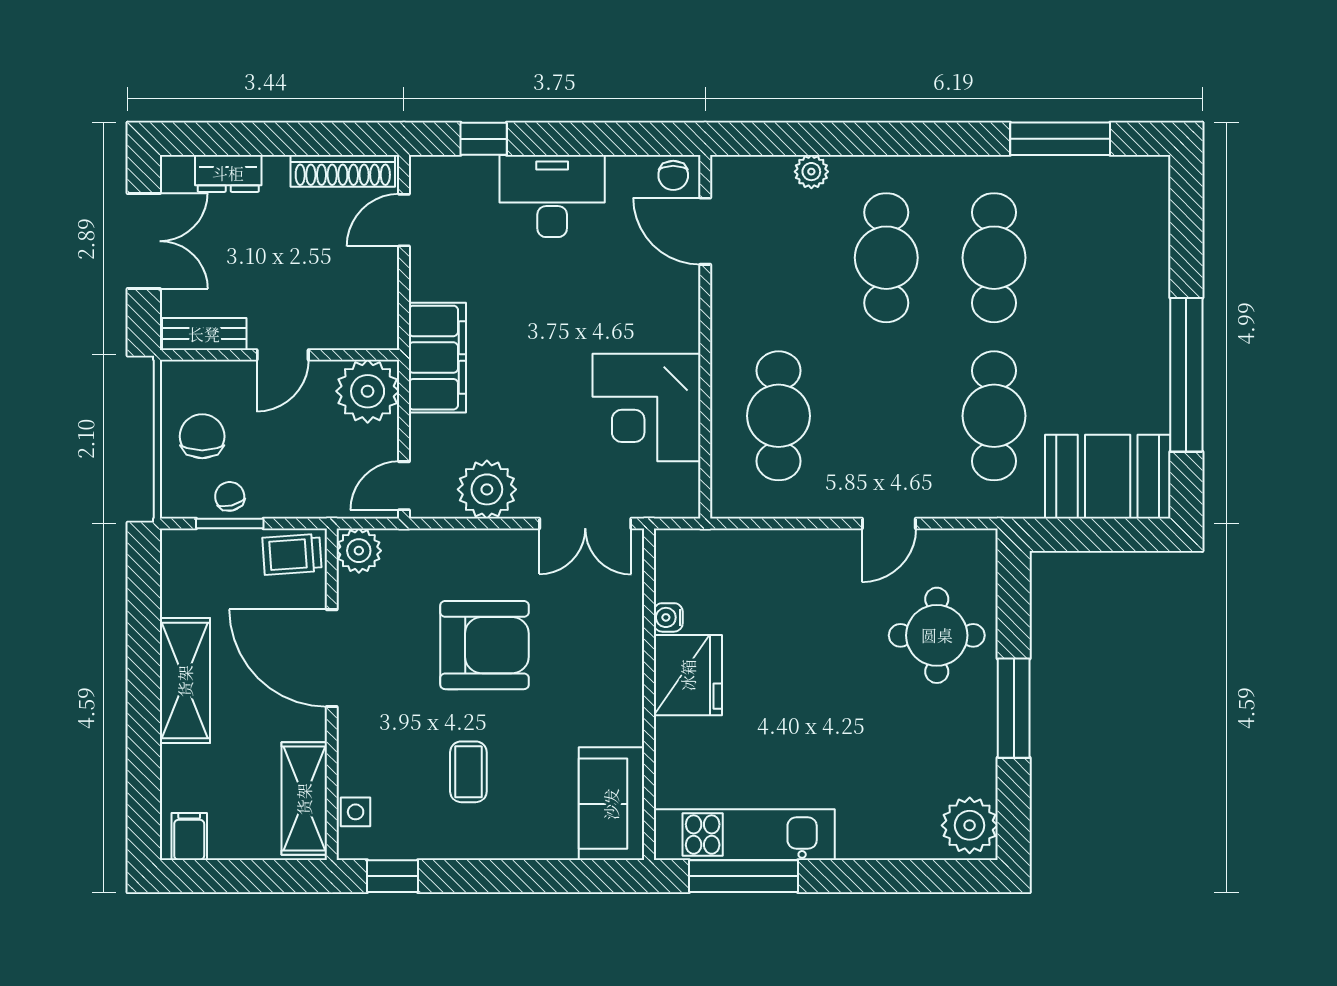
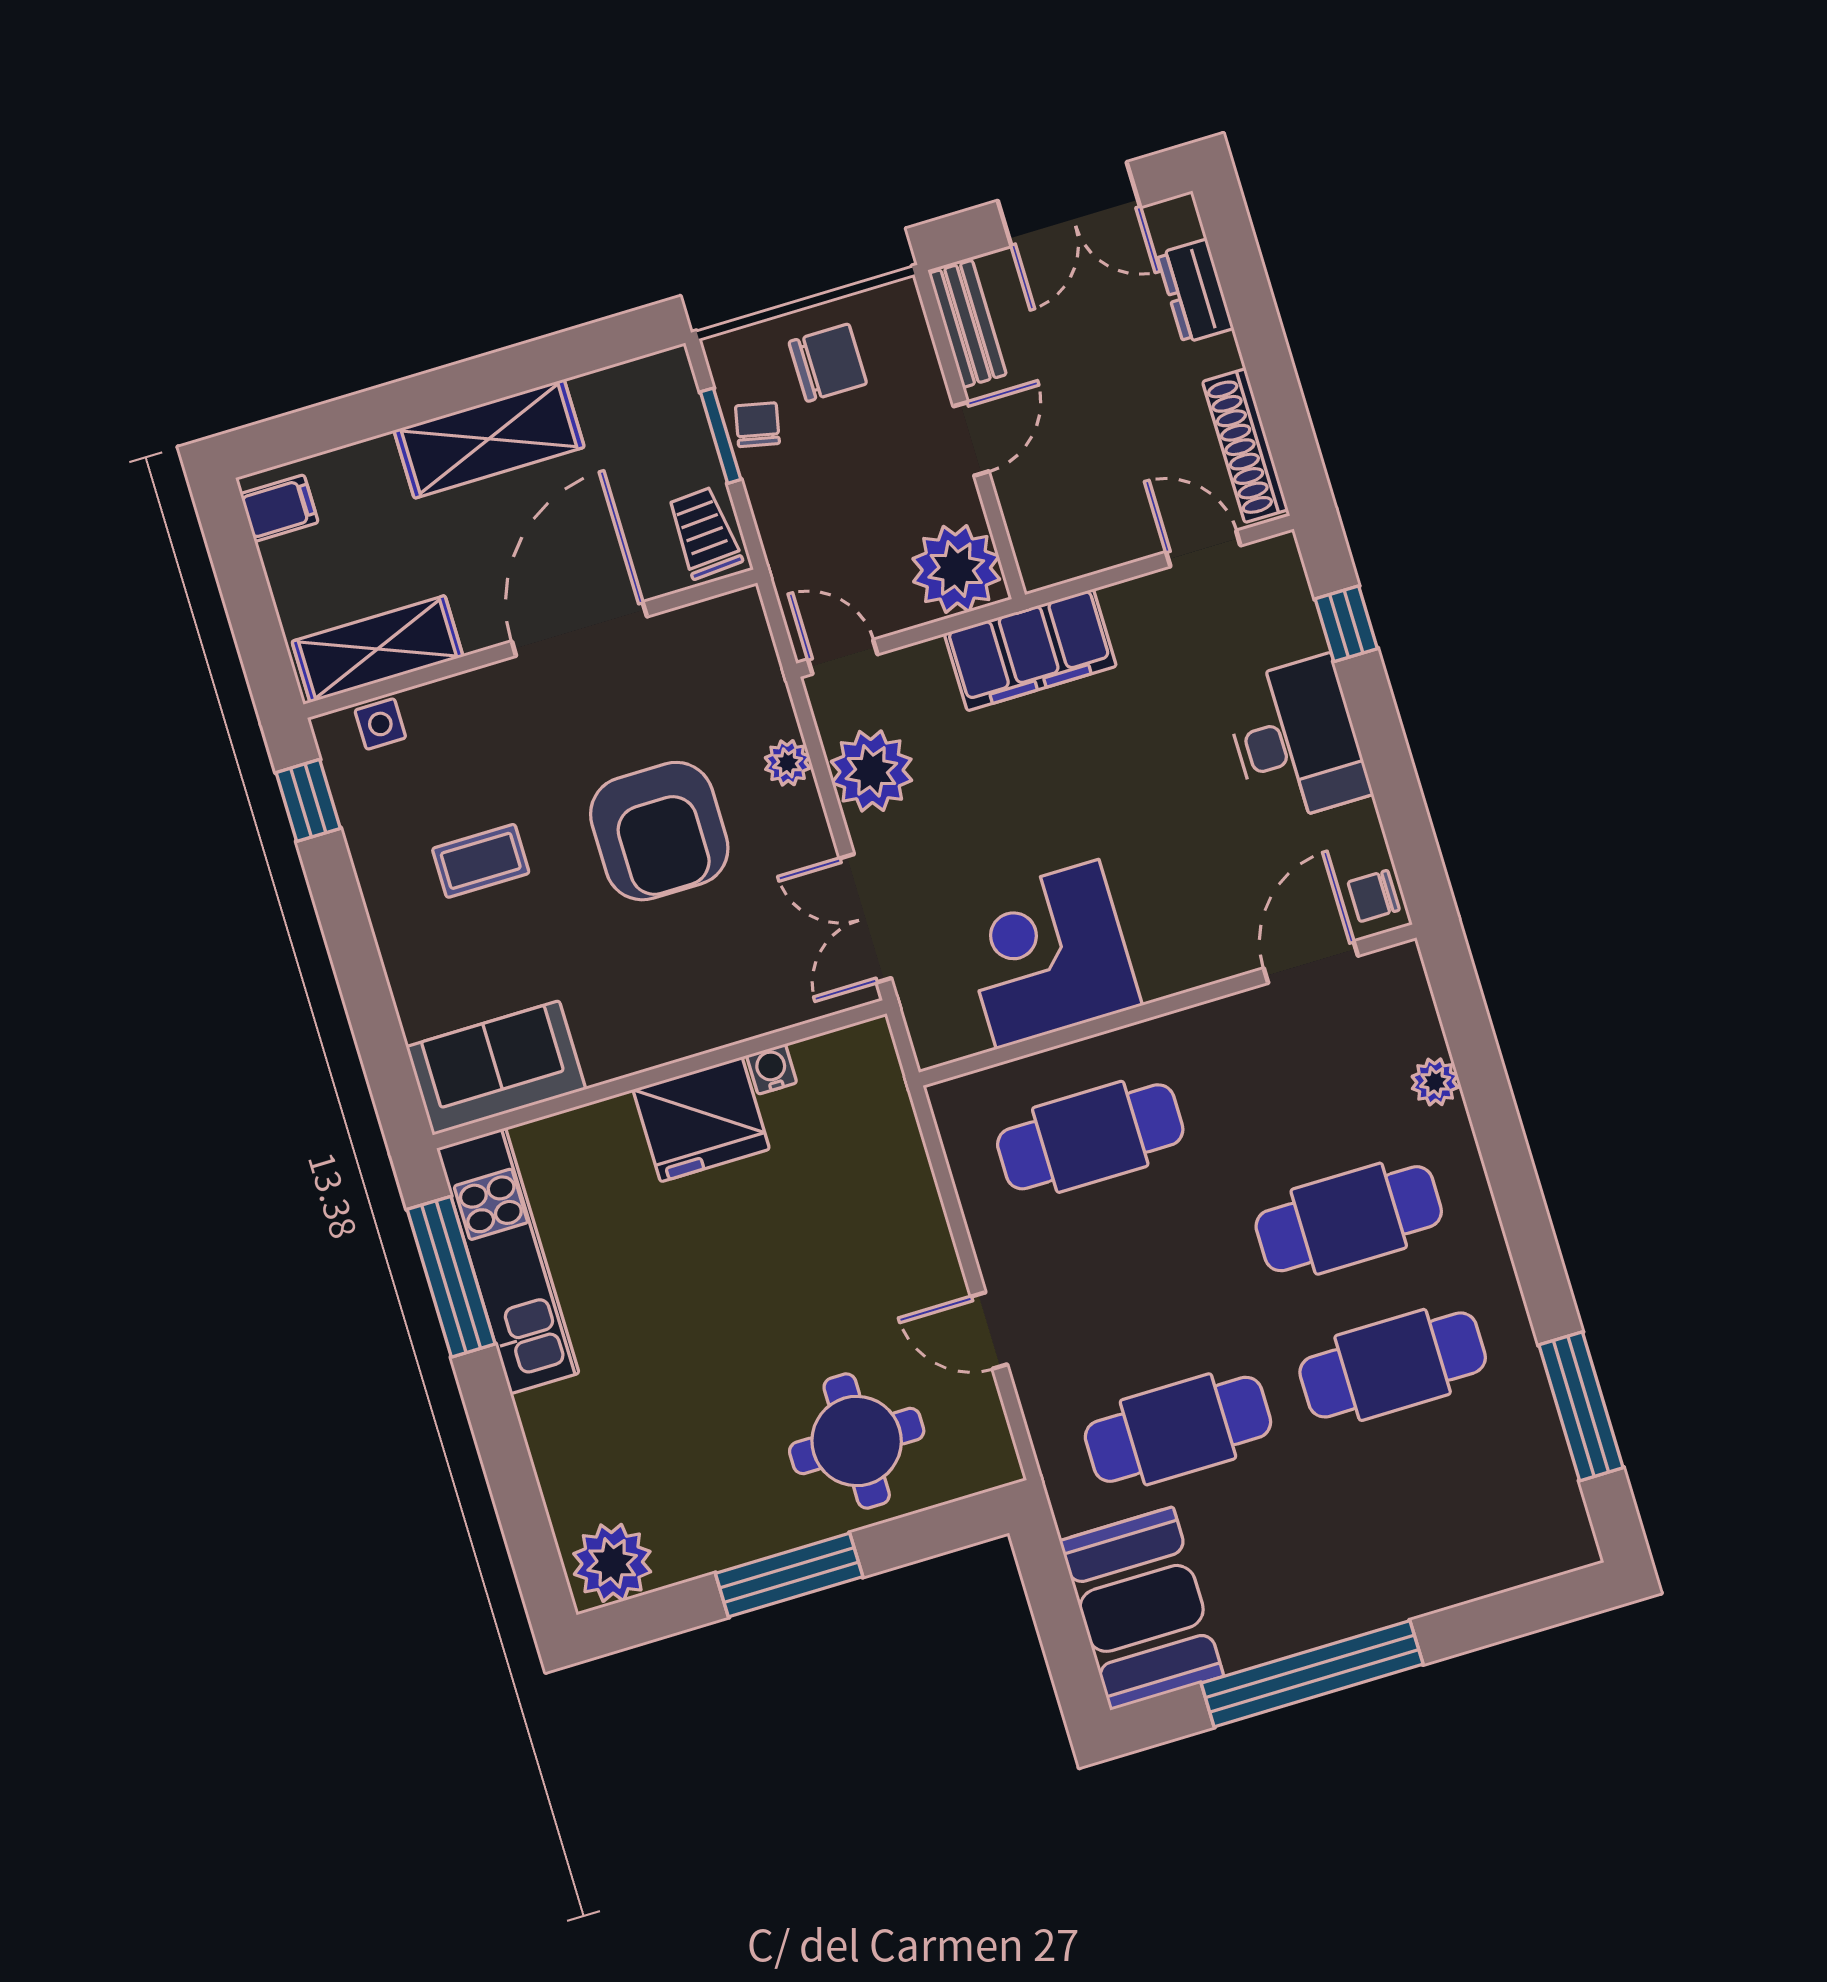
door: (283, 355) -> (971, 439), swing flipped
chair: (230, 496) -> (757, 425), turned -64
plant: (359, 551) -> (788, 763), moved, width x0.73, depth x0.73

